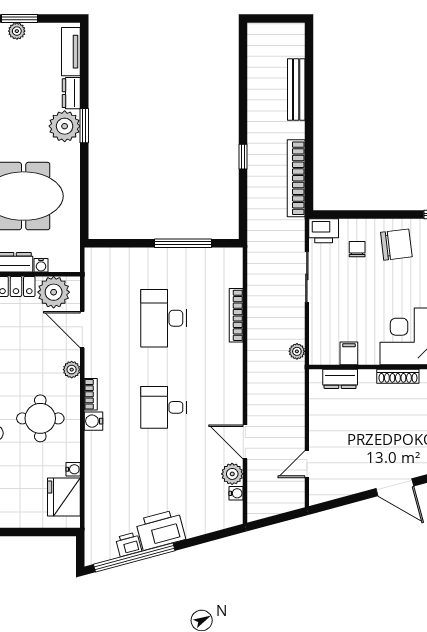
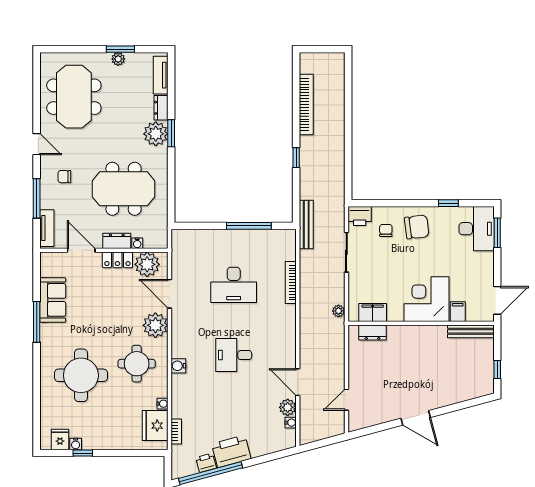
bench: (296, 90) -> (306, 224), moved
bookcase: (296, 178) -> (306, 105), moved, turned 180
desk: (164, 318) -> (234, 285), turned -90
filing cabinet: (349, 353) -> (373, 313), width x2.00
plant: (72, 370) -> (155, 325), width x1.88, depth x1.88
shoe rack: (398, 376) -> (418, 330), removed
bookcase: (91, 394) -> (176, 431), moved

